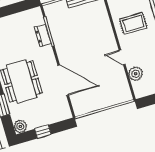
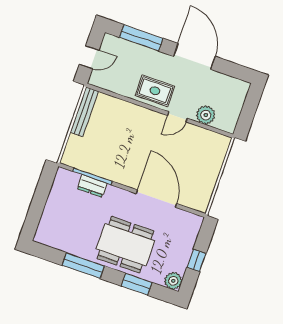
rug: (133, 23) -> (155, 91), moved, turned 90
door: (63, 80) -> (157, 199), hinge flipped

